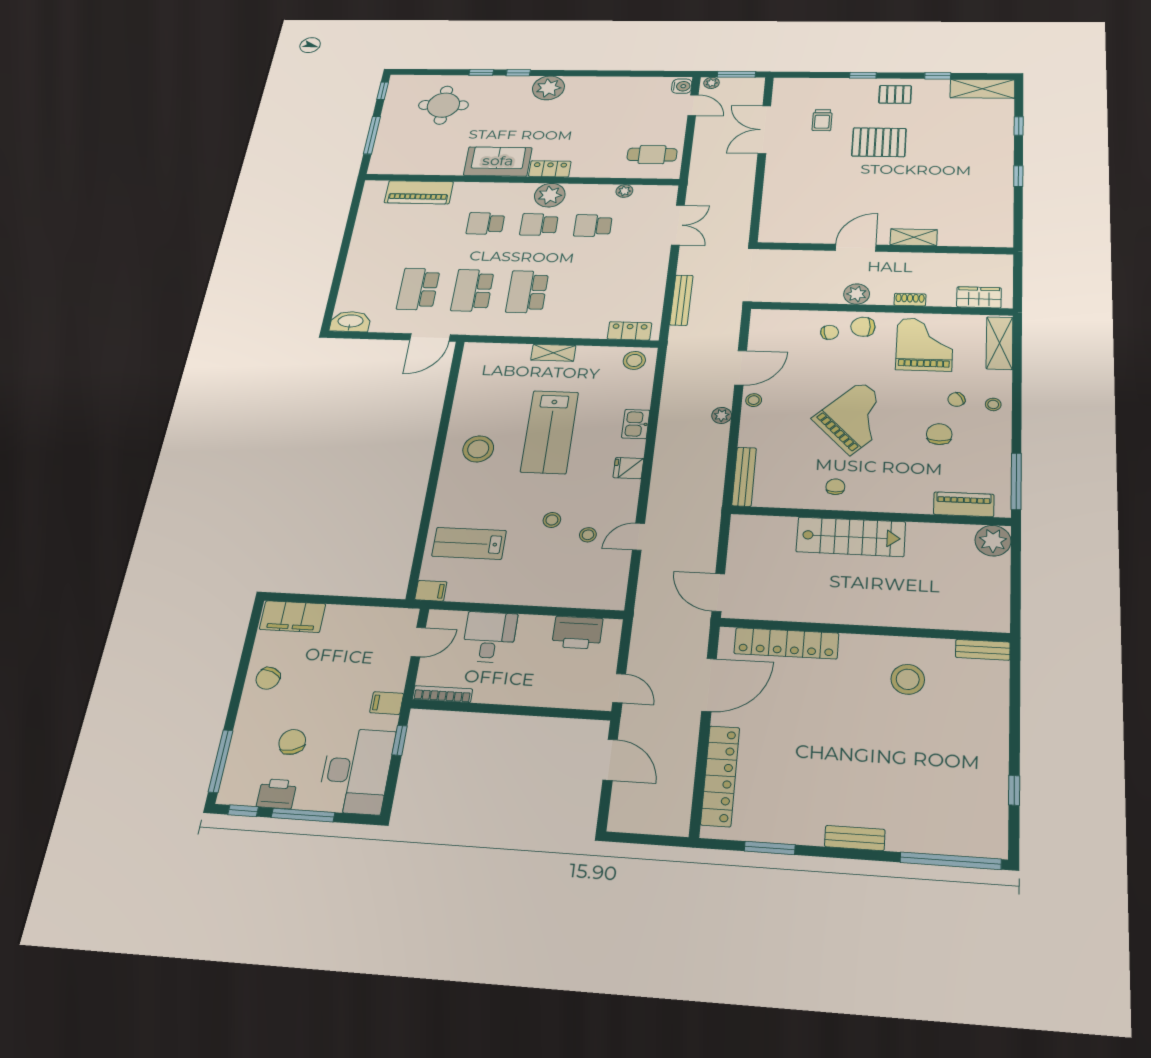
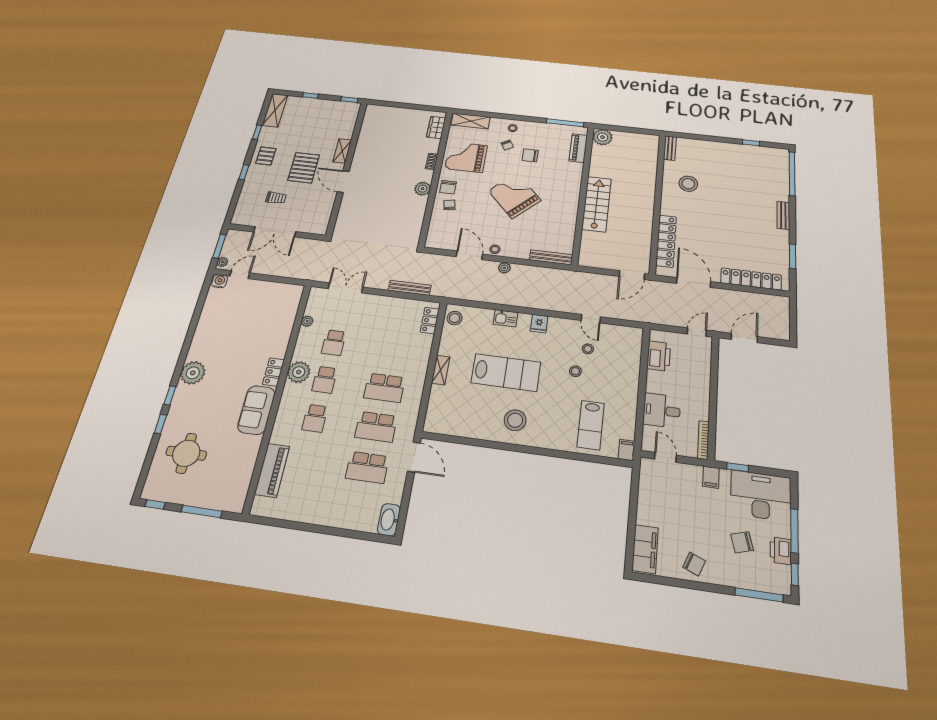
cafe table: (652, 155) -> (278, 302), removed
shelving: (914, 237) -> (342, 151), moved
door: (856, 248) -> (343, 182), moved
wall: (884, 248) -> (347, 167), moved
chair: (835, 487) -> (562, 209), removed

